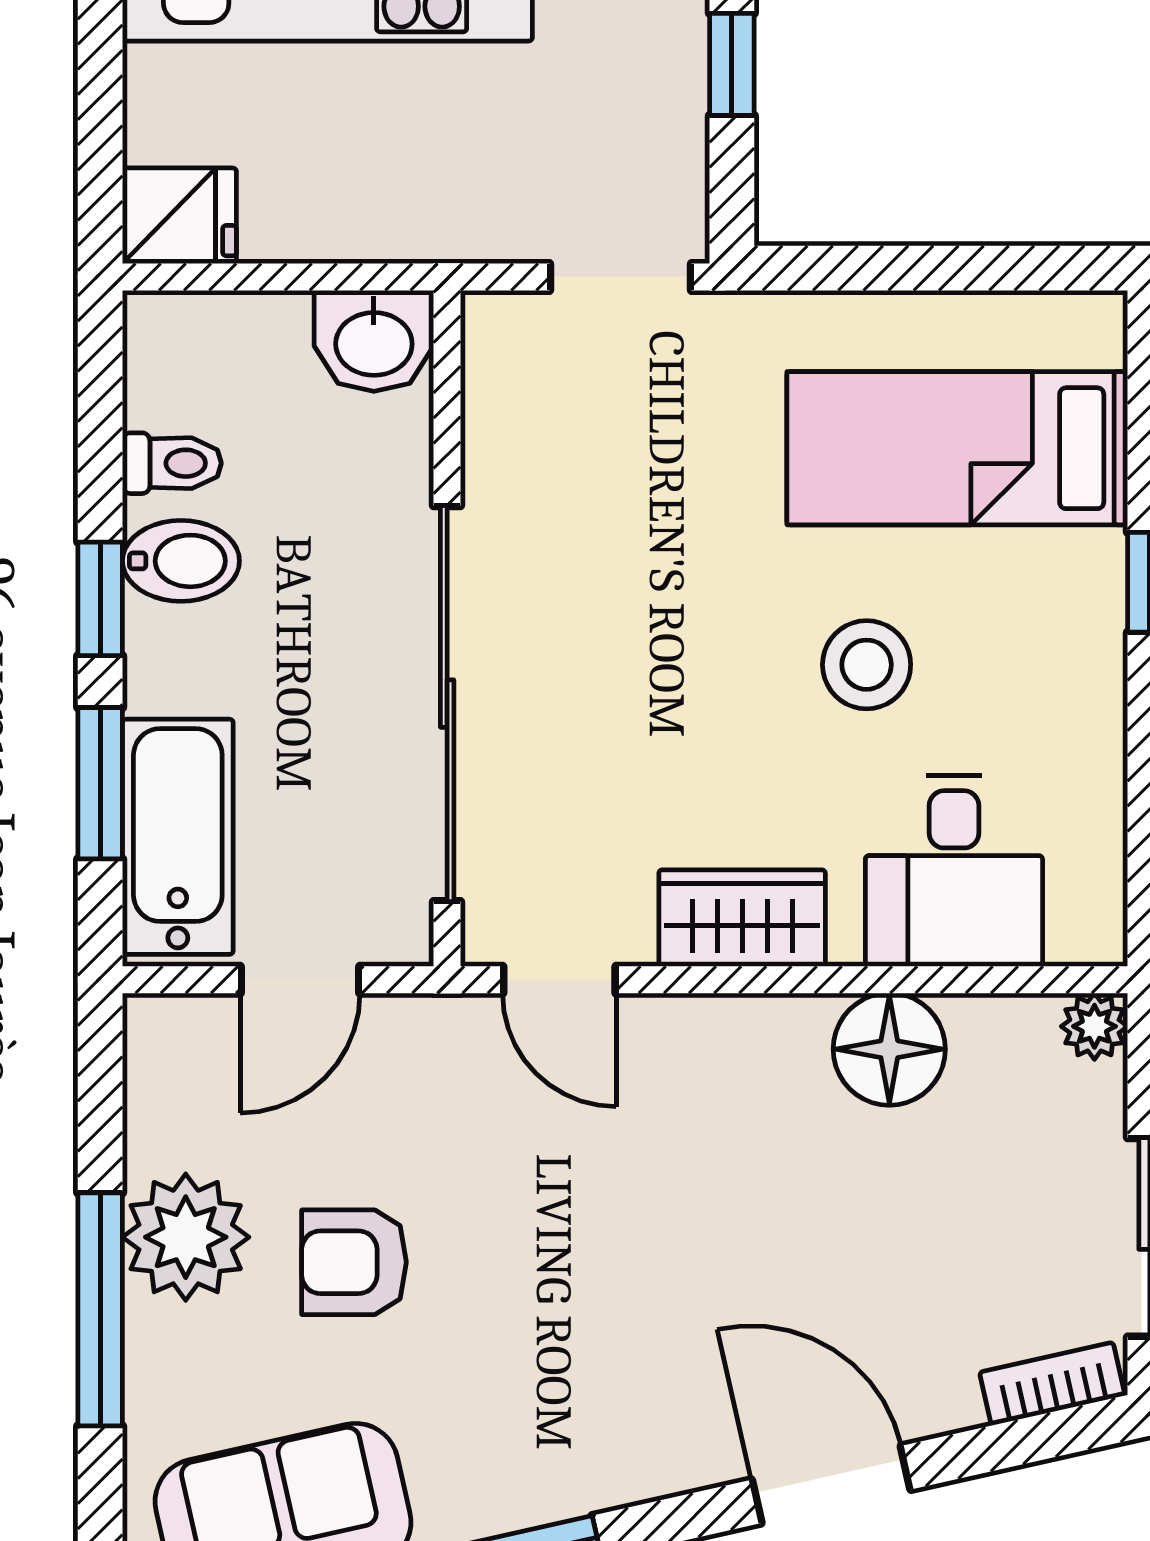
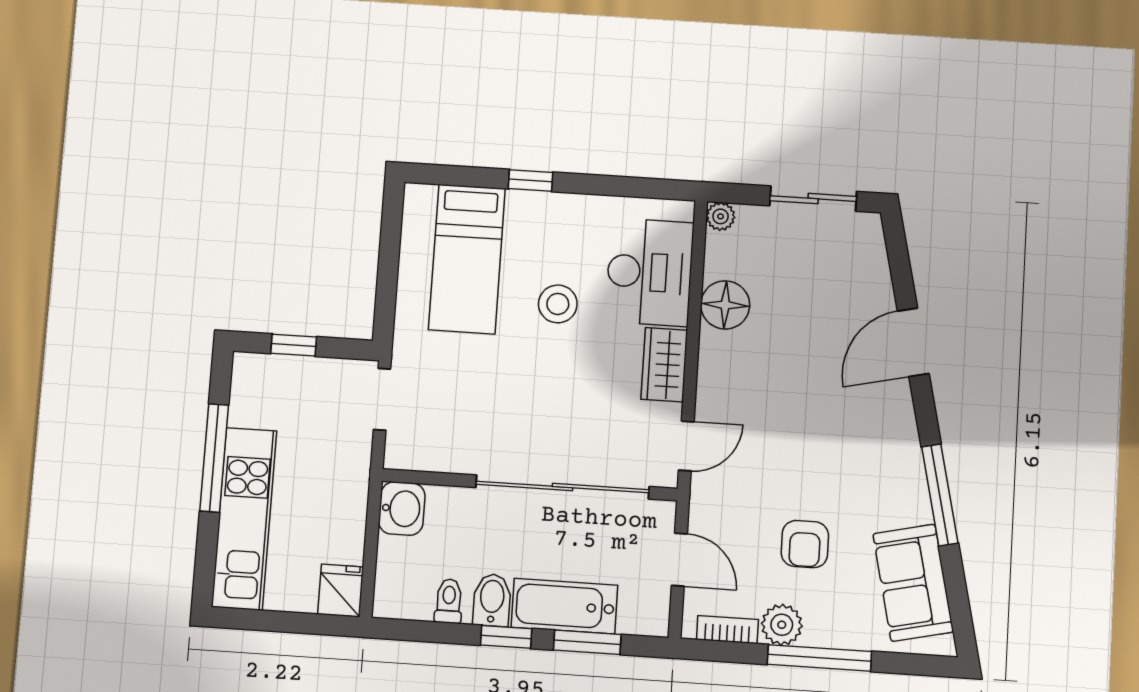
bathtub: (178, 837) -> (564, 606), moved
desk: (954, 871) -> (650, 272), width x1.37
plant: (186, 1237) -> (782, 625), width x0.73, depth x0.73
bookcase: (1052, 1384) -> (727, 630), moved, turned 103

